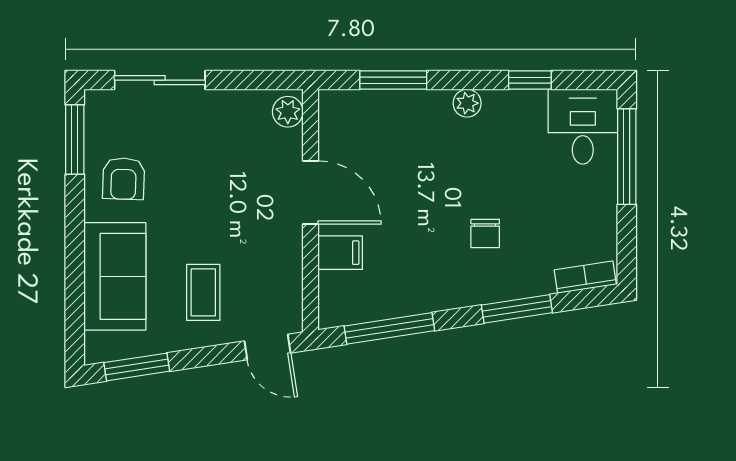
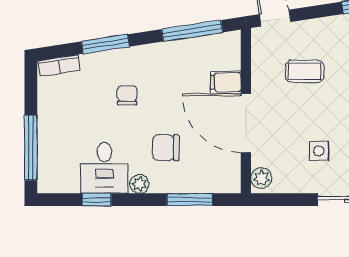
desk: (583, 127) -> (104, 168), moved
side table: (203, 152) -> (319, 151), added
chair: (428, 157) -> (166, 148), added
door: (310, 193) -> (246, 123), width x1.36
coffee table: (203, 292) -> (305, 71), moved, turned 90

